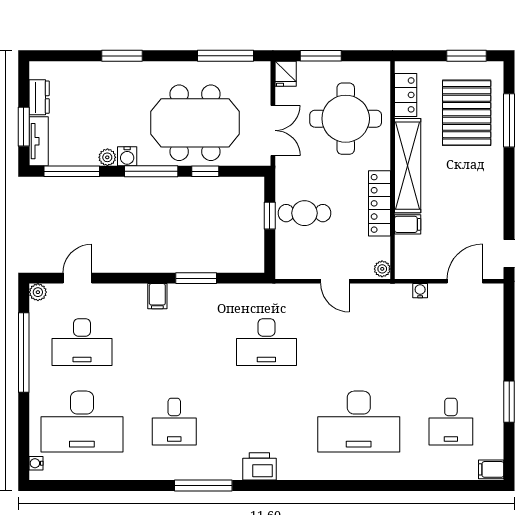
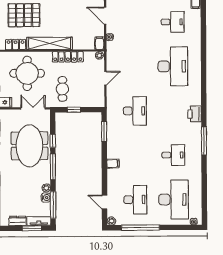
water cooler: (127, 156) -> (46, 198), moved
cafe table: (304, 213) -> (62, 89), moved
filing cabinet: (408, 224) -> (100, 43), moved
window: (196, 278) -> (104, 132), moved

